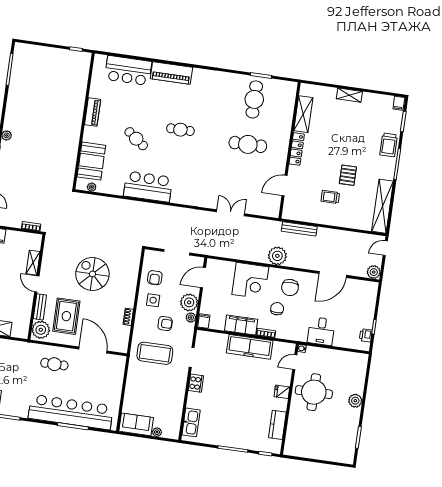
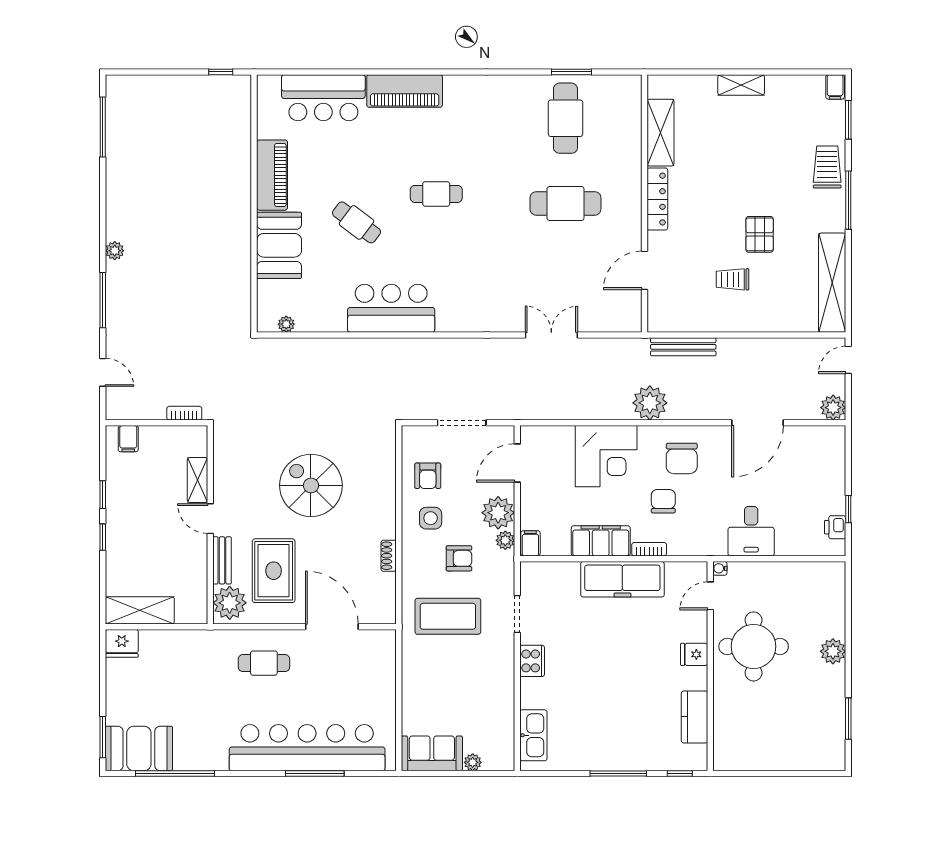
piano: (93, 112) -> (272, 175), width x1.37, depth x1.33
trolley: (389, 145) -> (827, 167), turned 180
booth: (91, 161) -> (279, 245), moved

